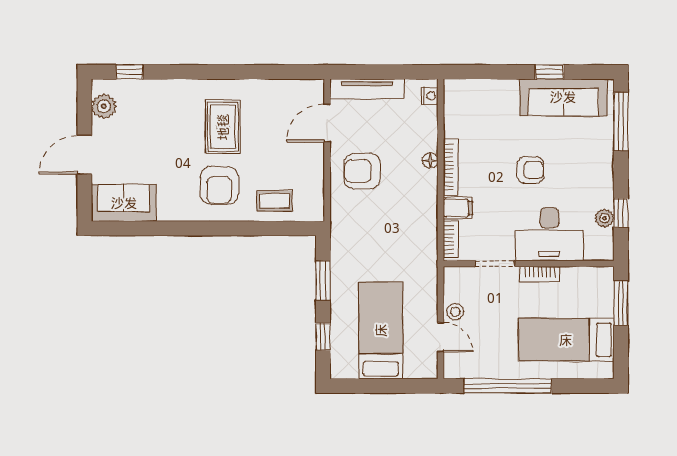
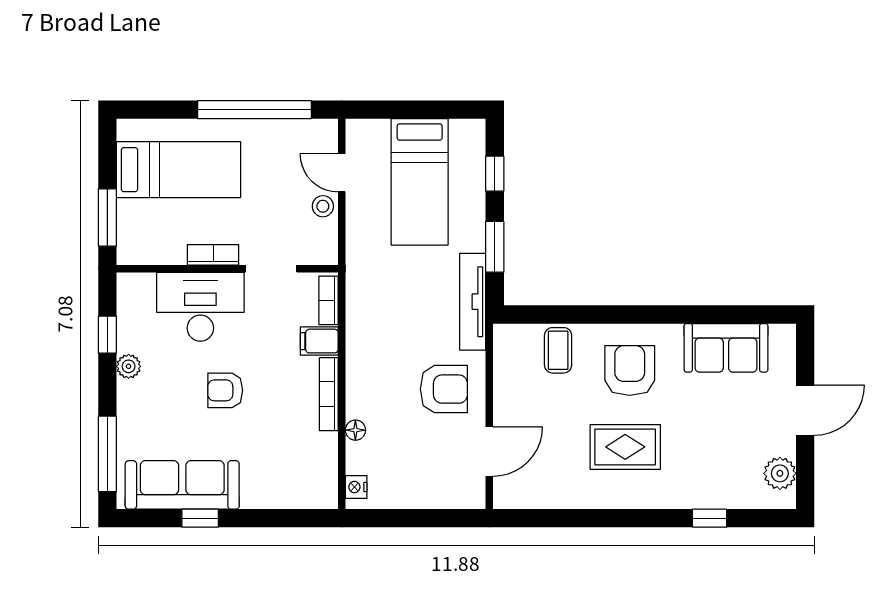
window: (130, 72) -> (710, 518), moved
tv unit: (367, 89) -> (473, 302), moved, turned -90
rug: (223, 127) -> (625, 447), turned 90
floor lamp: (430, 160) -> (355, 430), moved
coffee table: (274, 201) -> (558, 350), turned 90
sofa: (124, 203) -> (726, 348), moved
plant: (605, 218) -> (129, 366), moved

